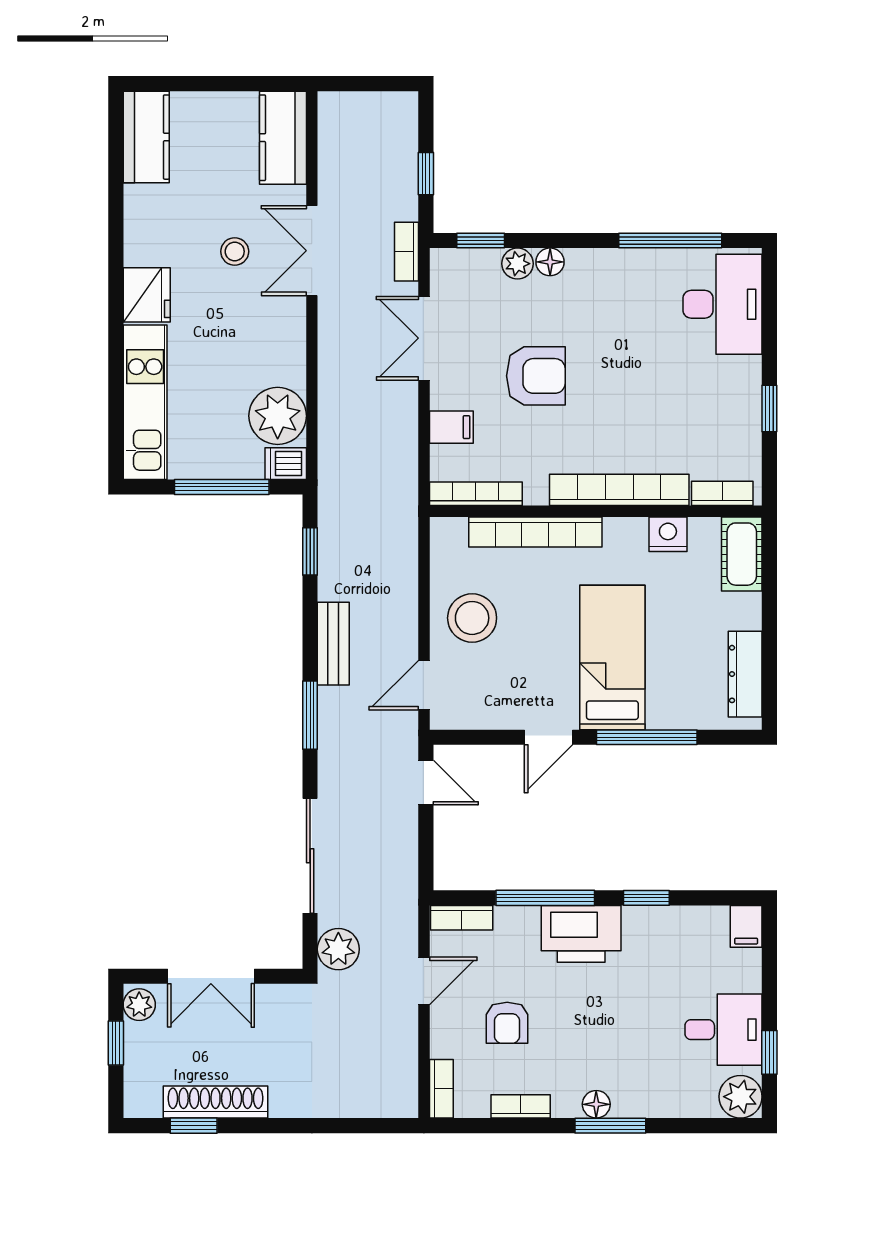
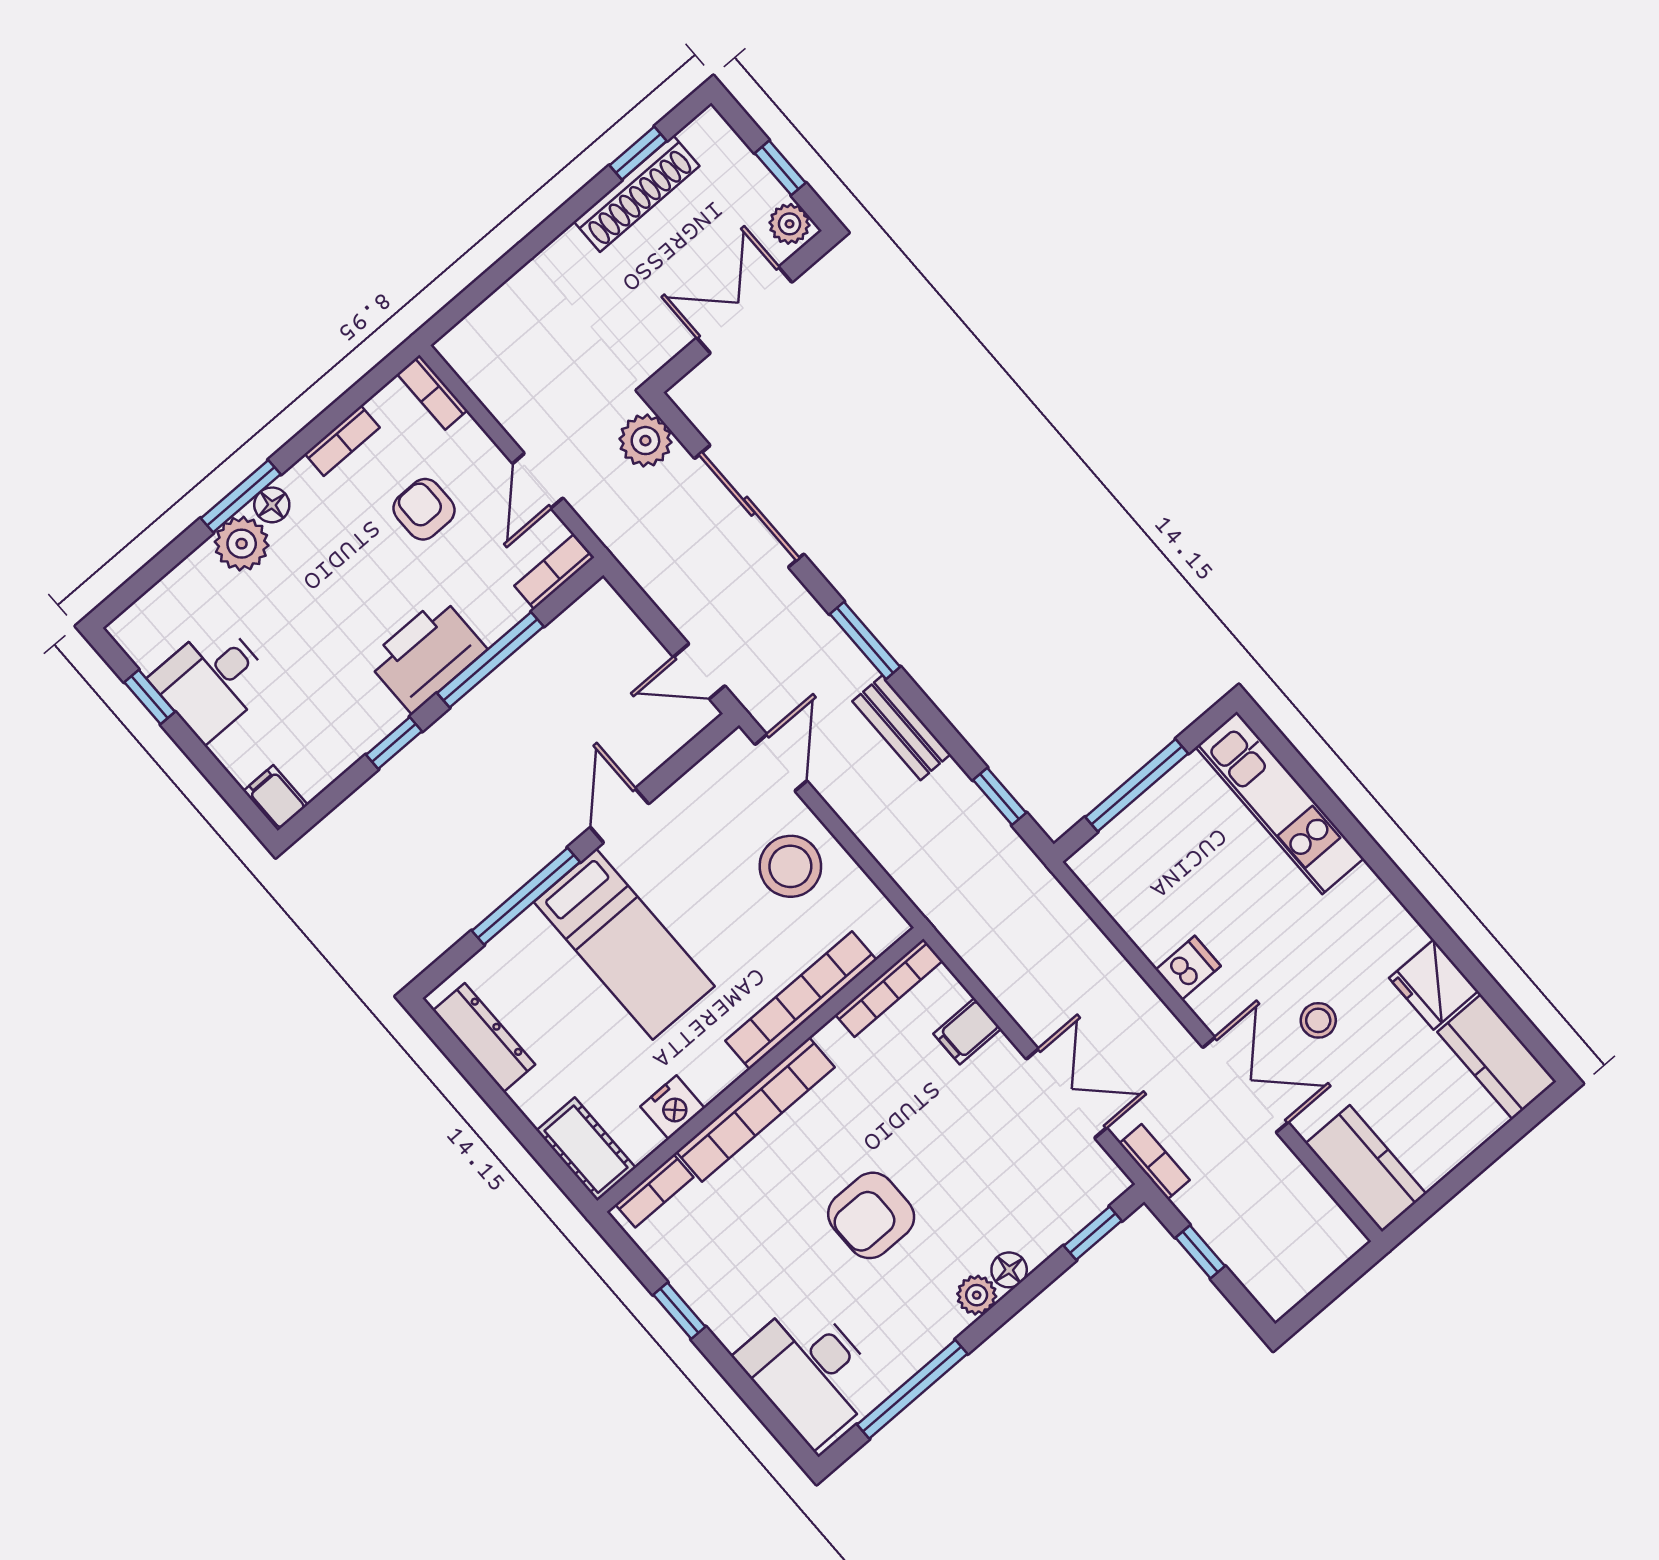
plant: (517, 264) -> (977, 1295), moved
fridge: (147, 295) -> (1434, 985), moved
armchair: (536, 376) -> (871, 1215), moved
plant: (278, 416) -> (1142, 899), removed
dishwasher: (286, 464) -> (1188, 968), moved
plant: (740, 1097) -> (242, 544), moved

